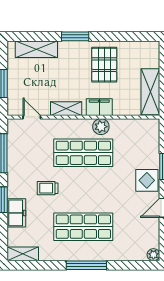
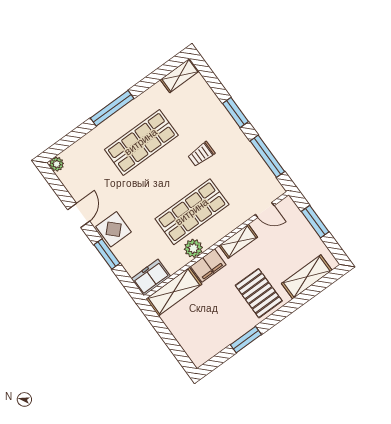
window: (75, 36) -> (246, 340), moved
pallet: (104, 65) -> (259, 293), moved
shelving: (150, 92) -> (174, 292), moved, turned 90
trolley: (48, 188) -> (201, 154), turned 180
freezer: (16, 213) -> (151, 277), moved, turned 90

